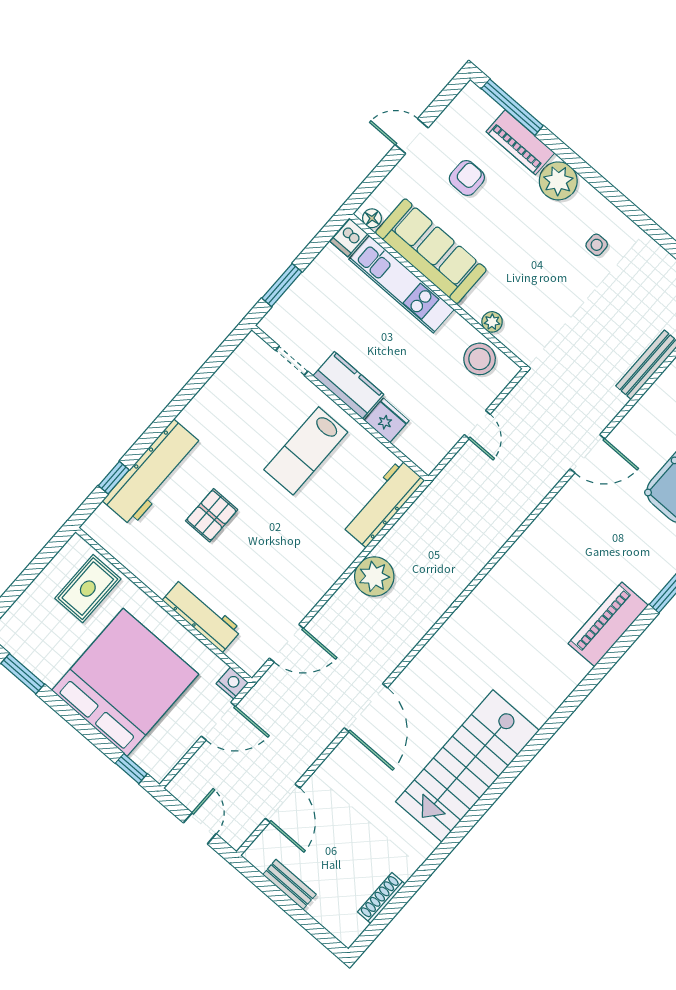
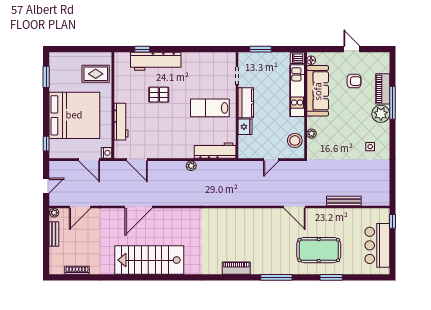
window: (512, 107) -> (393, 103), moved
plant: (374, 577) -> (191, 166), width x0.53, depth x0.53
piano: (608, 624) -> (236, 268), width x0.73, depth x0.75
plant: (255, 854) -> (54, 213), added

